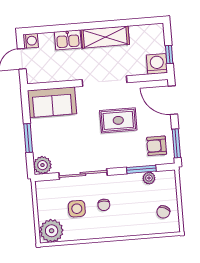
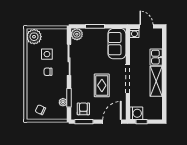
washing machine: (31, 41) -> (134, 33), moved

